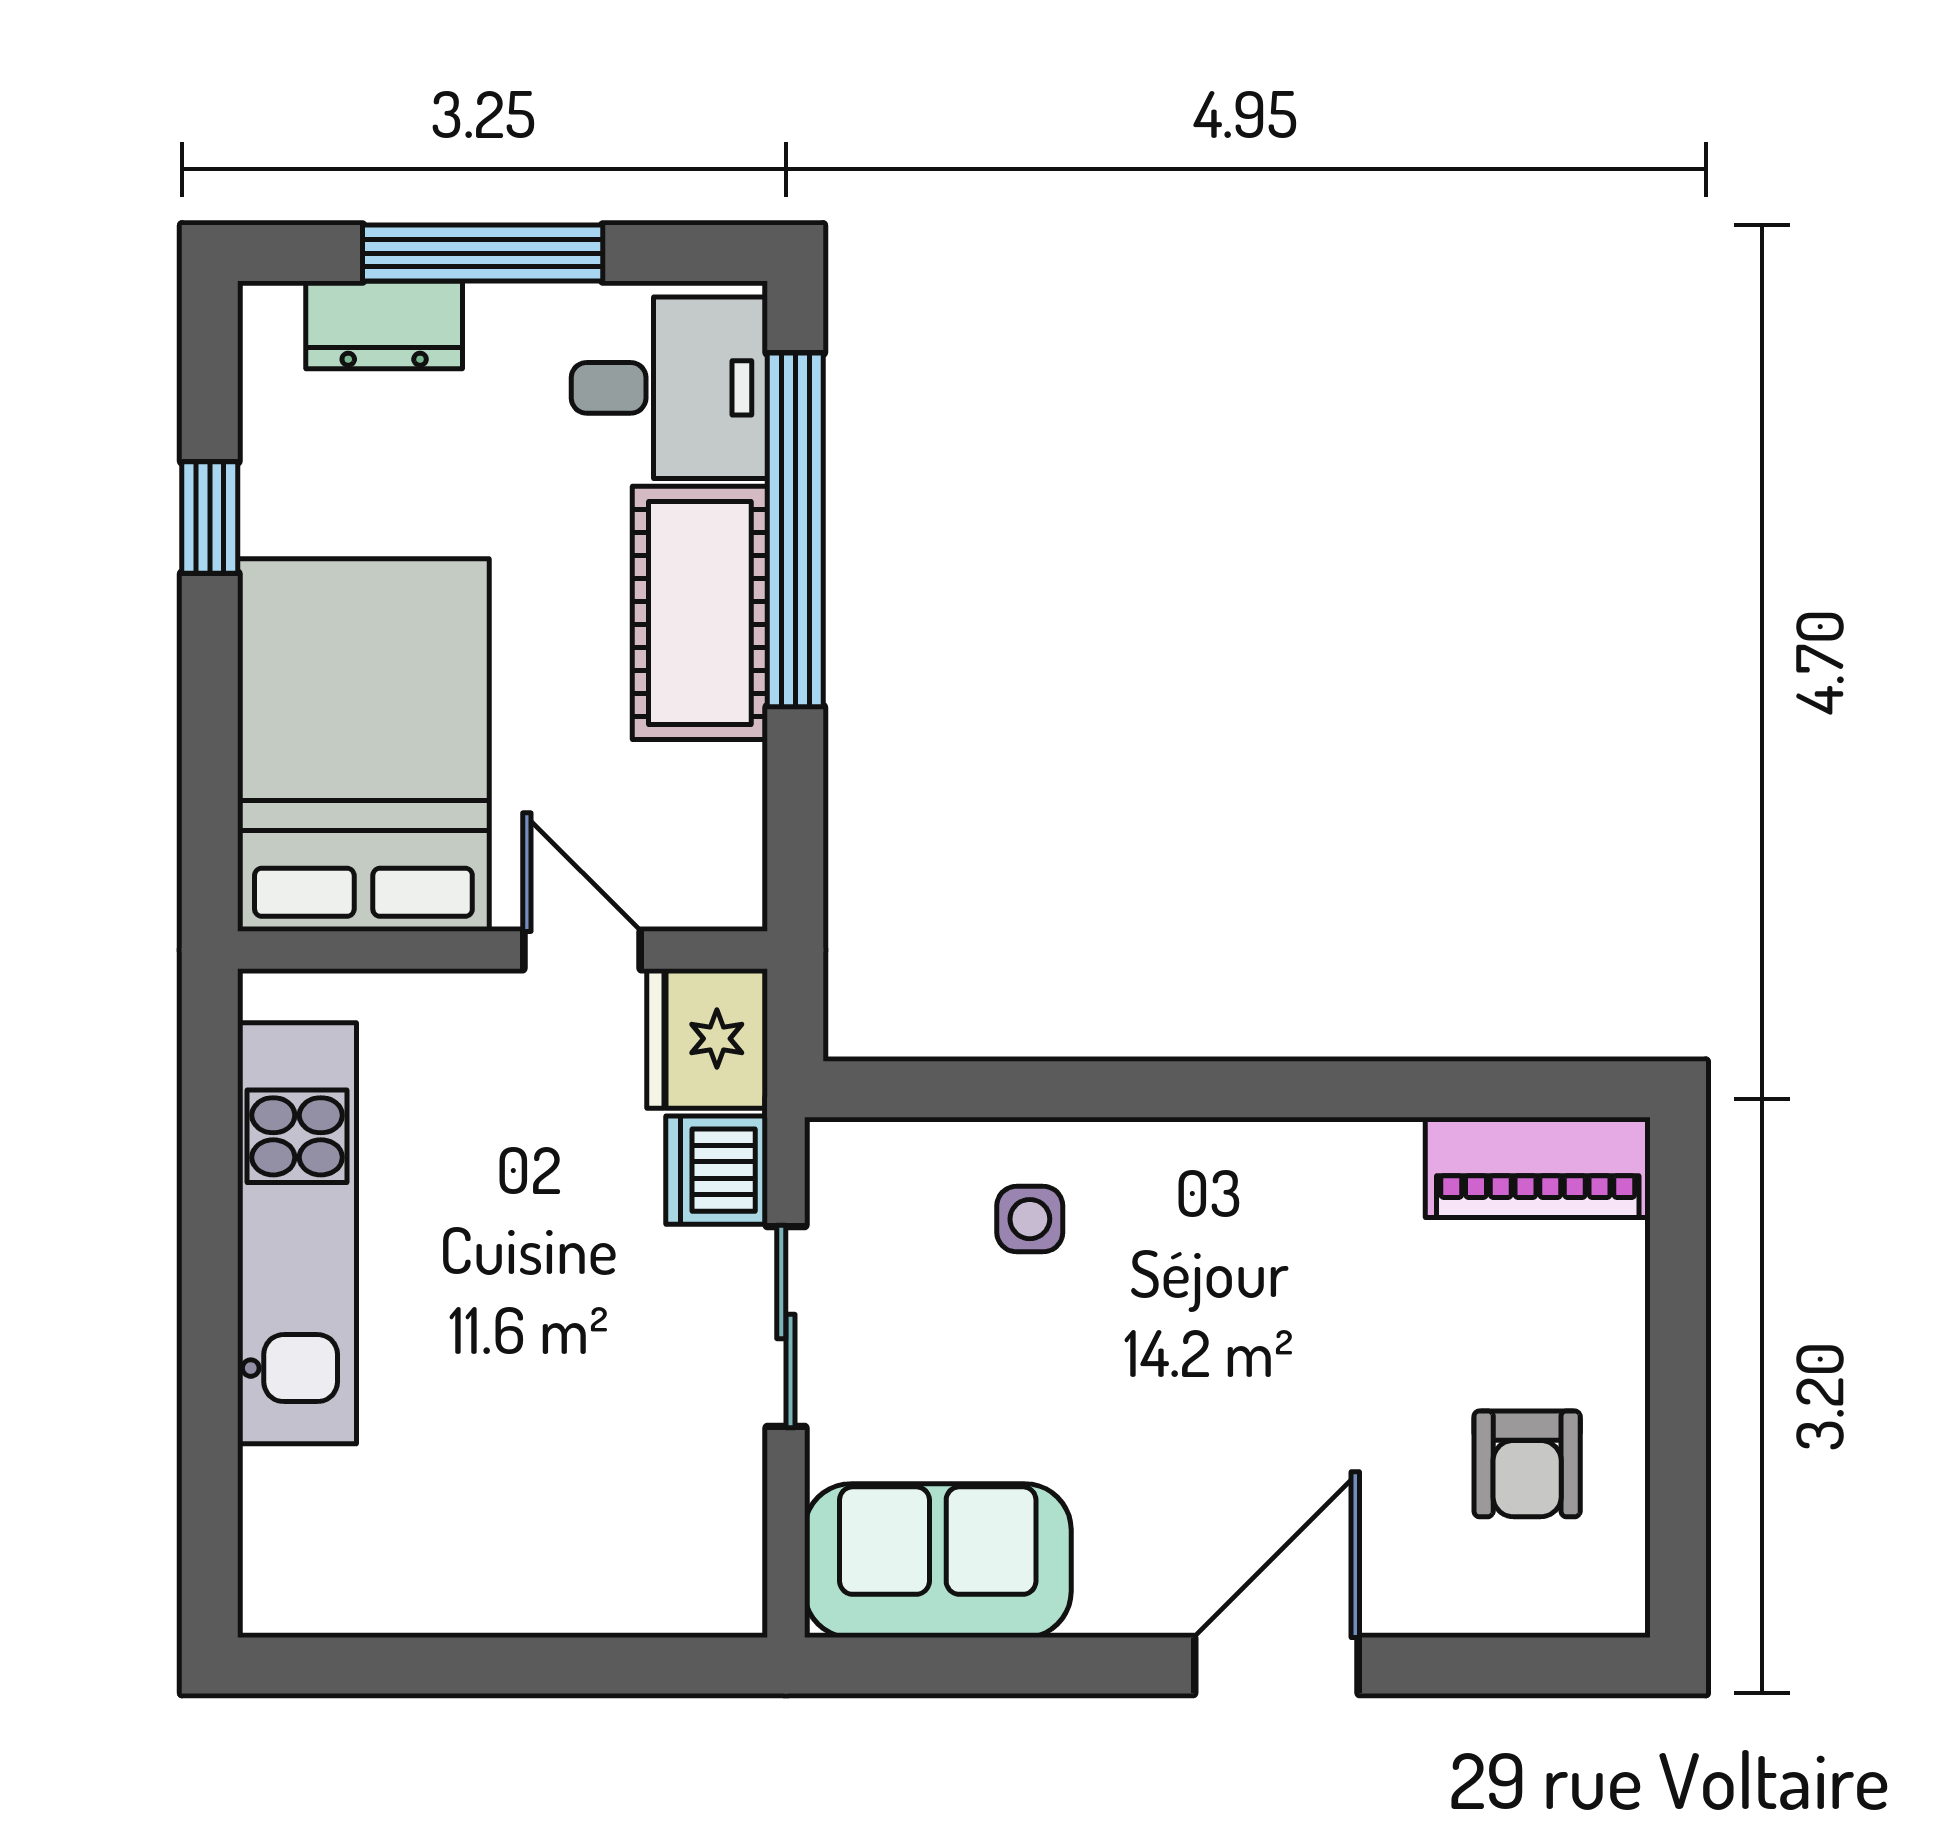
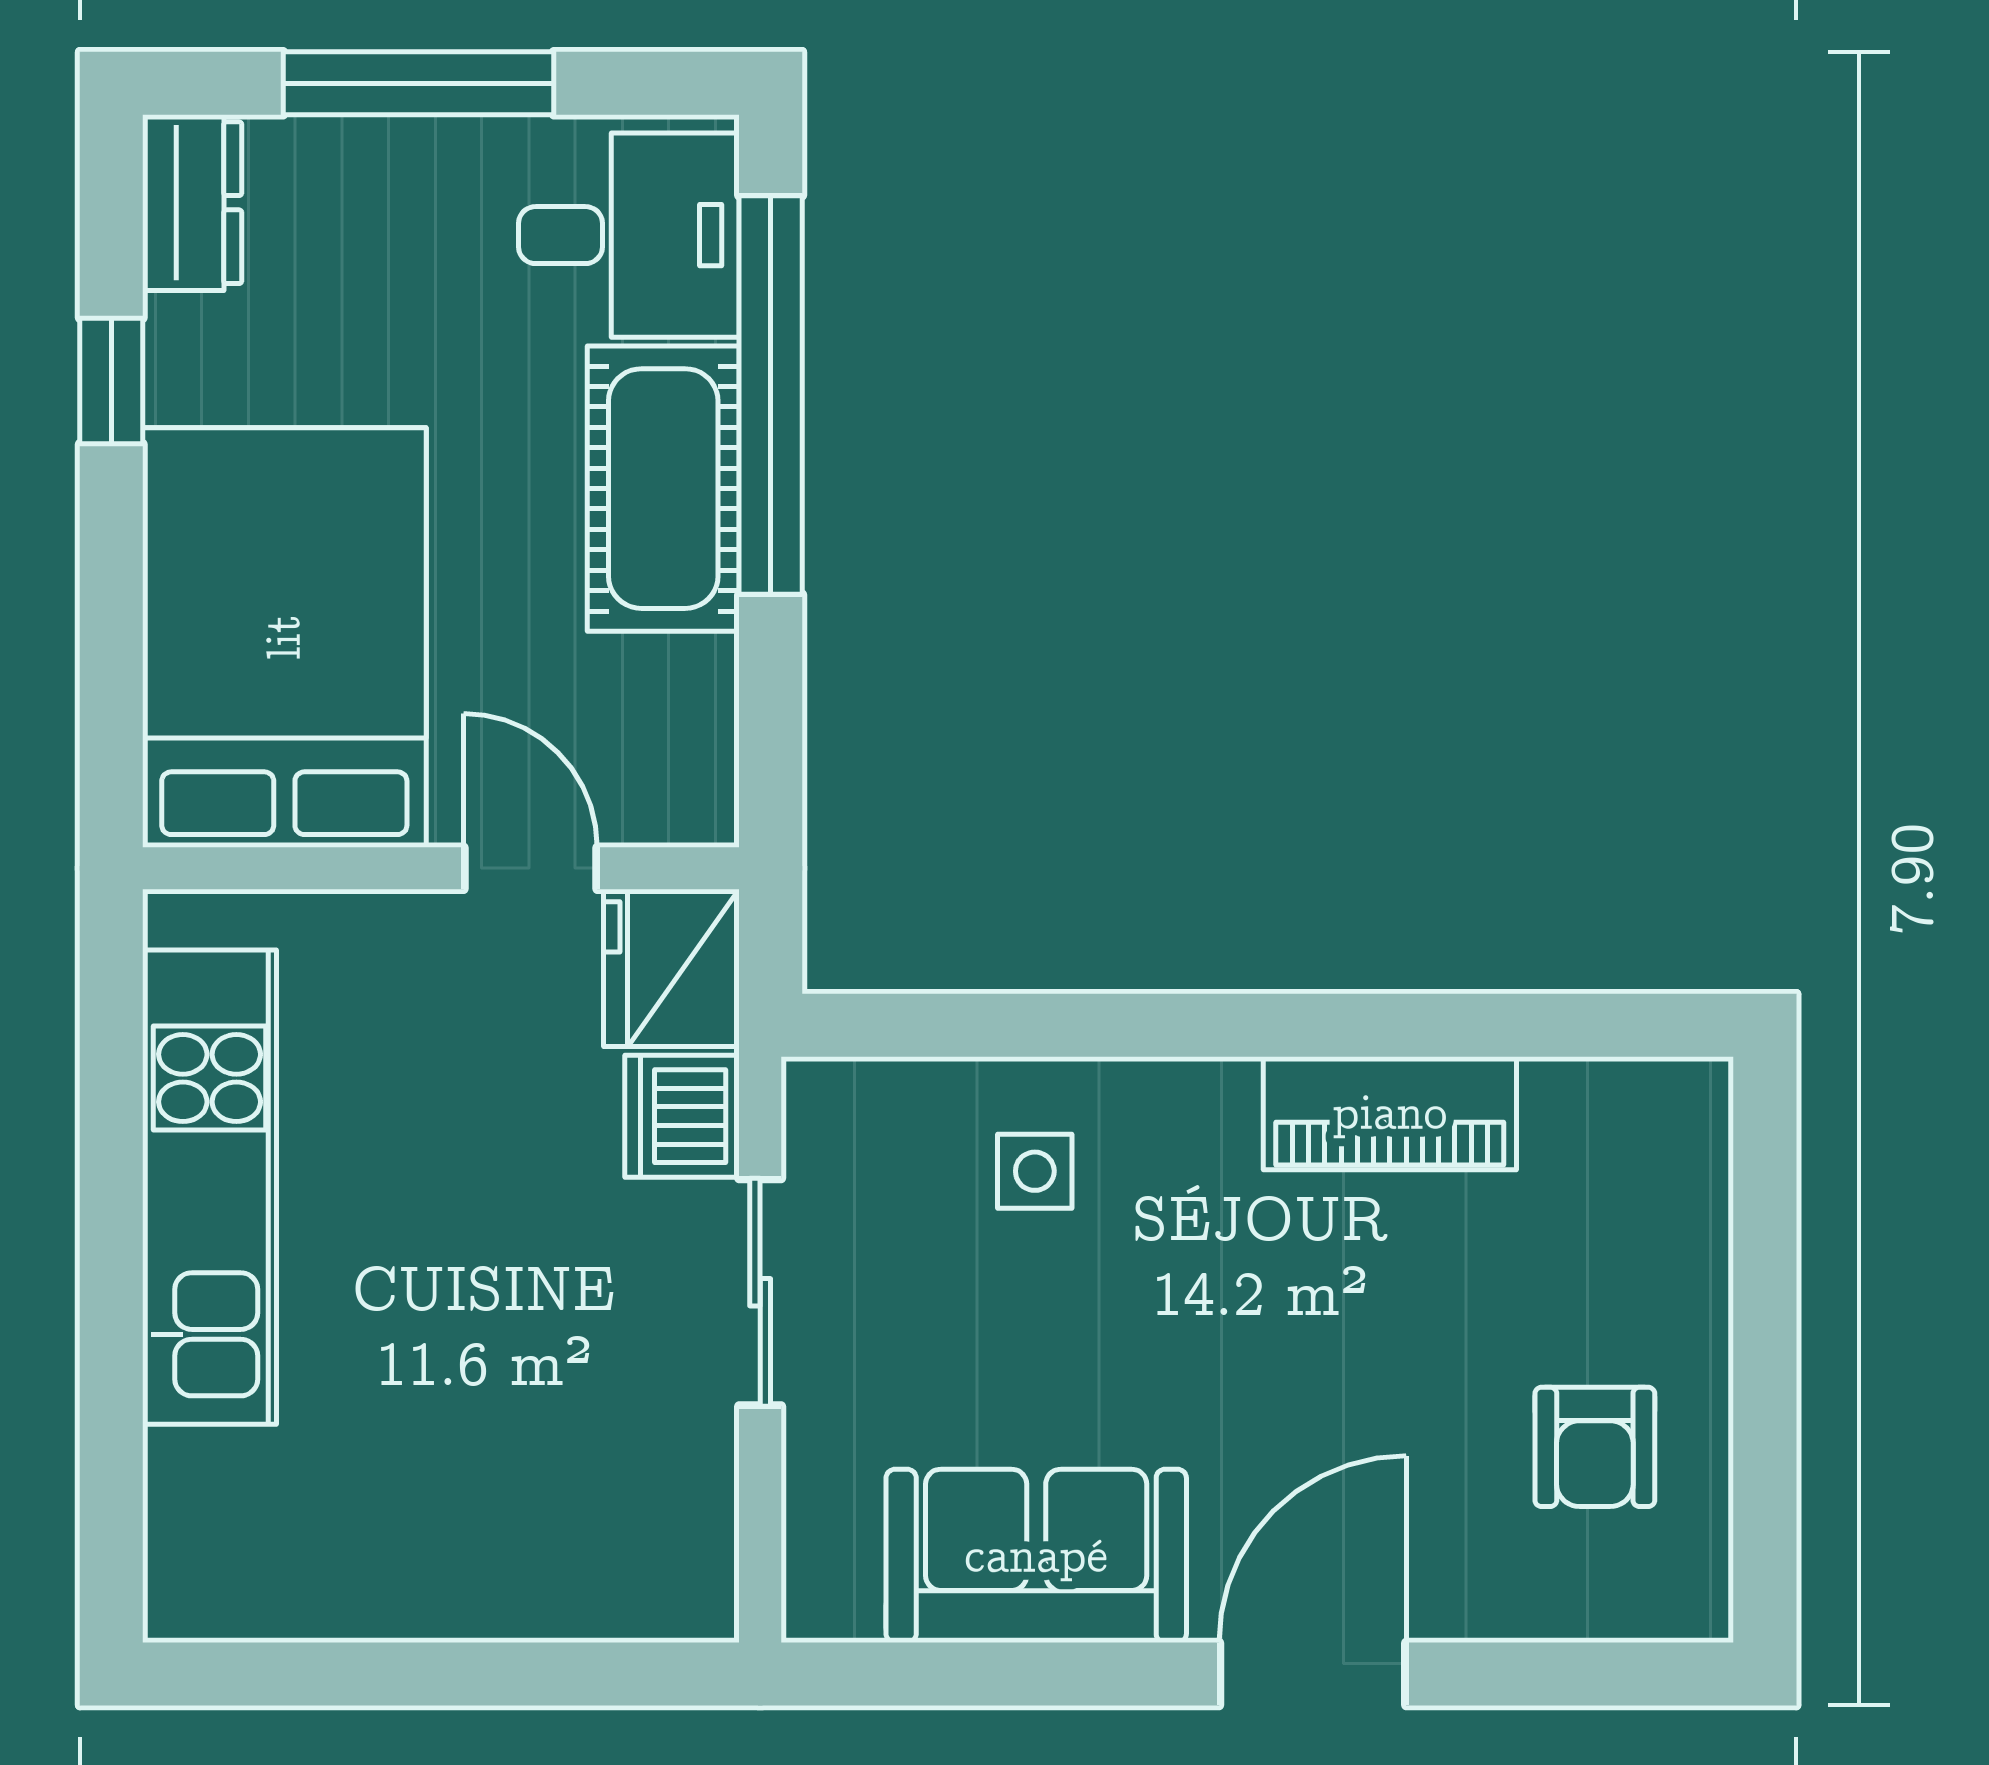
dresser: (384, 325) -> (192, 203), moved, turned -90
piano: (1538, 1167) -> (1390, 1113), moved
sofa: (938, 1561) -> (1036, 1556), moved

